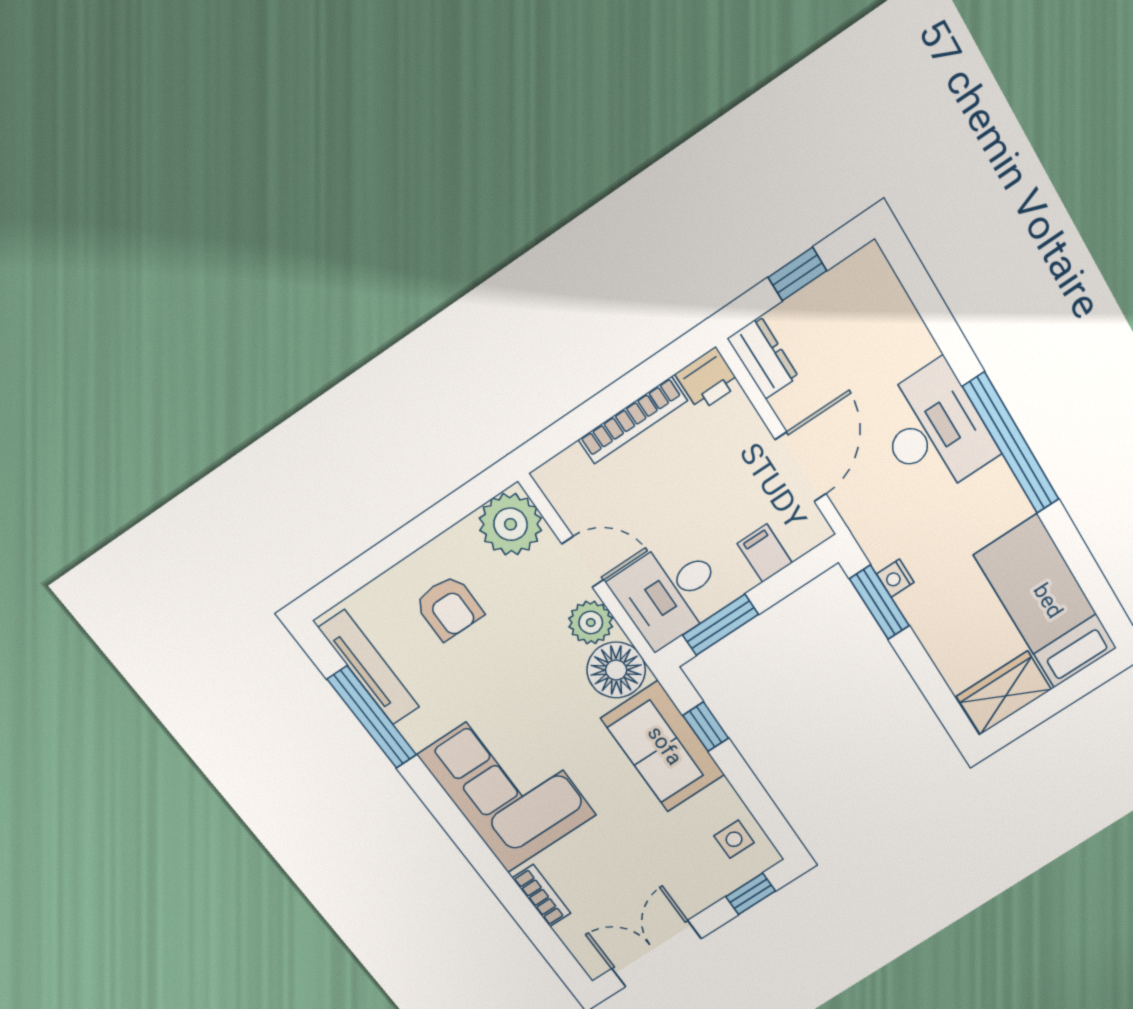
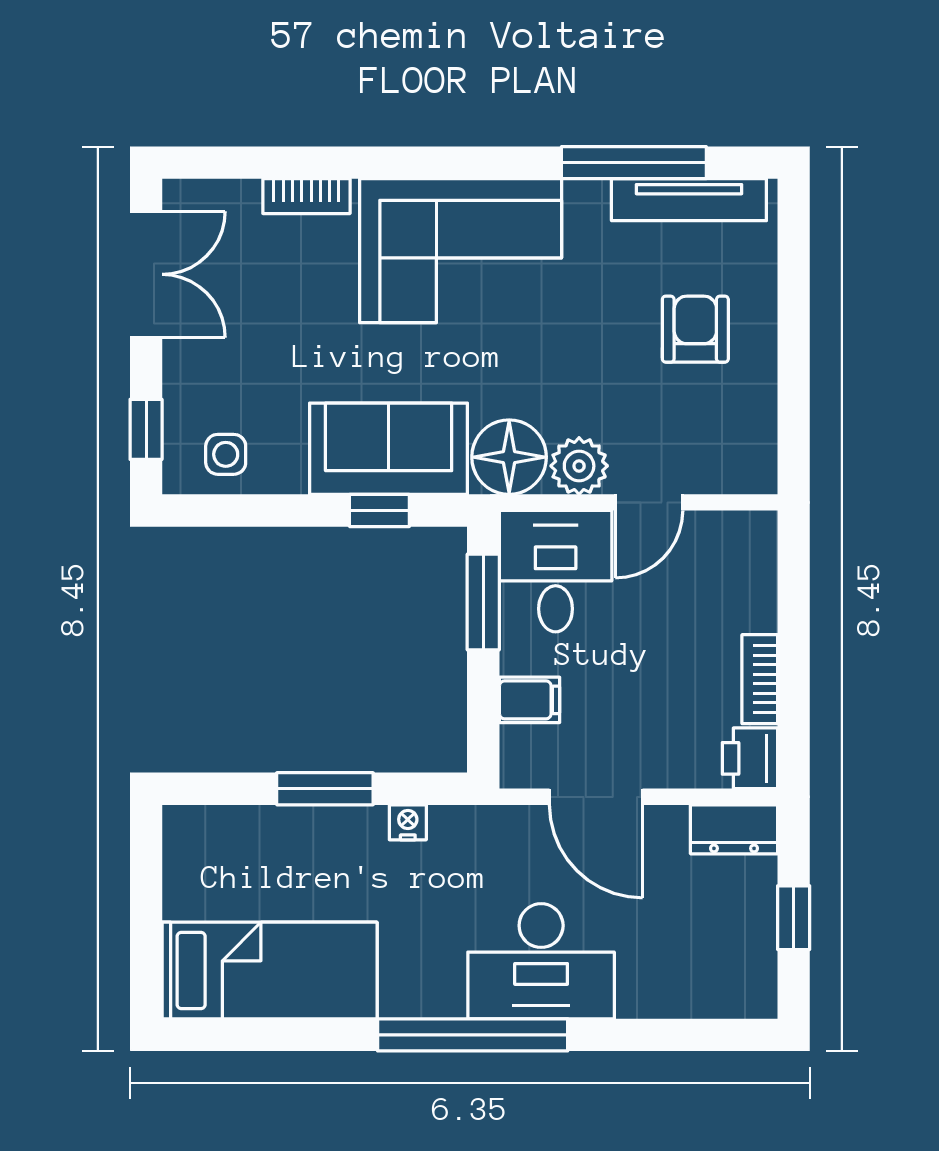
bookcase: (633, 420) -> (760, 679), width x0.64
plant: (511, 524) -> (738, 455), removed
window: (879, 602) -> (325, 789), moved
armchair: (449, 608) -> (695, 329), turned 90
wardrobe: (1004, 693) -> (194, 862), removed

